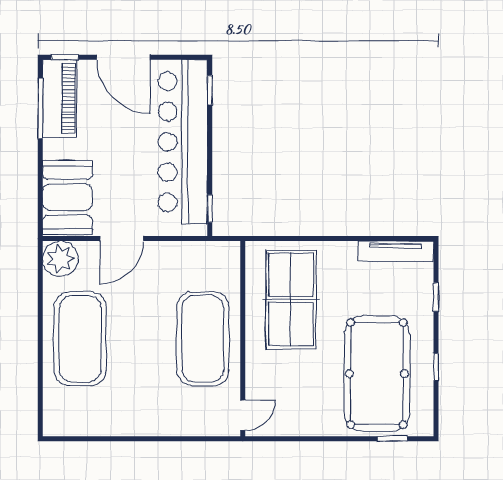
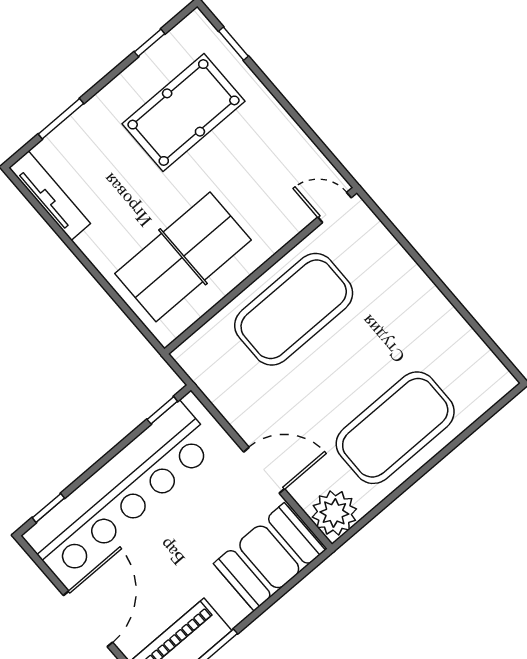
window: (436, 297) -> (61, 119), width x1.50
window: (436, 367) -> (150, 43), moved
pool table: (377, 374) -> (184, 113), width x0.73, depth x0.76

